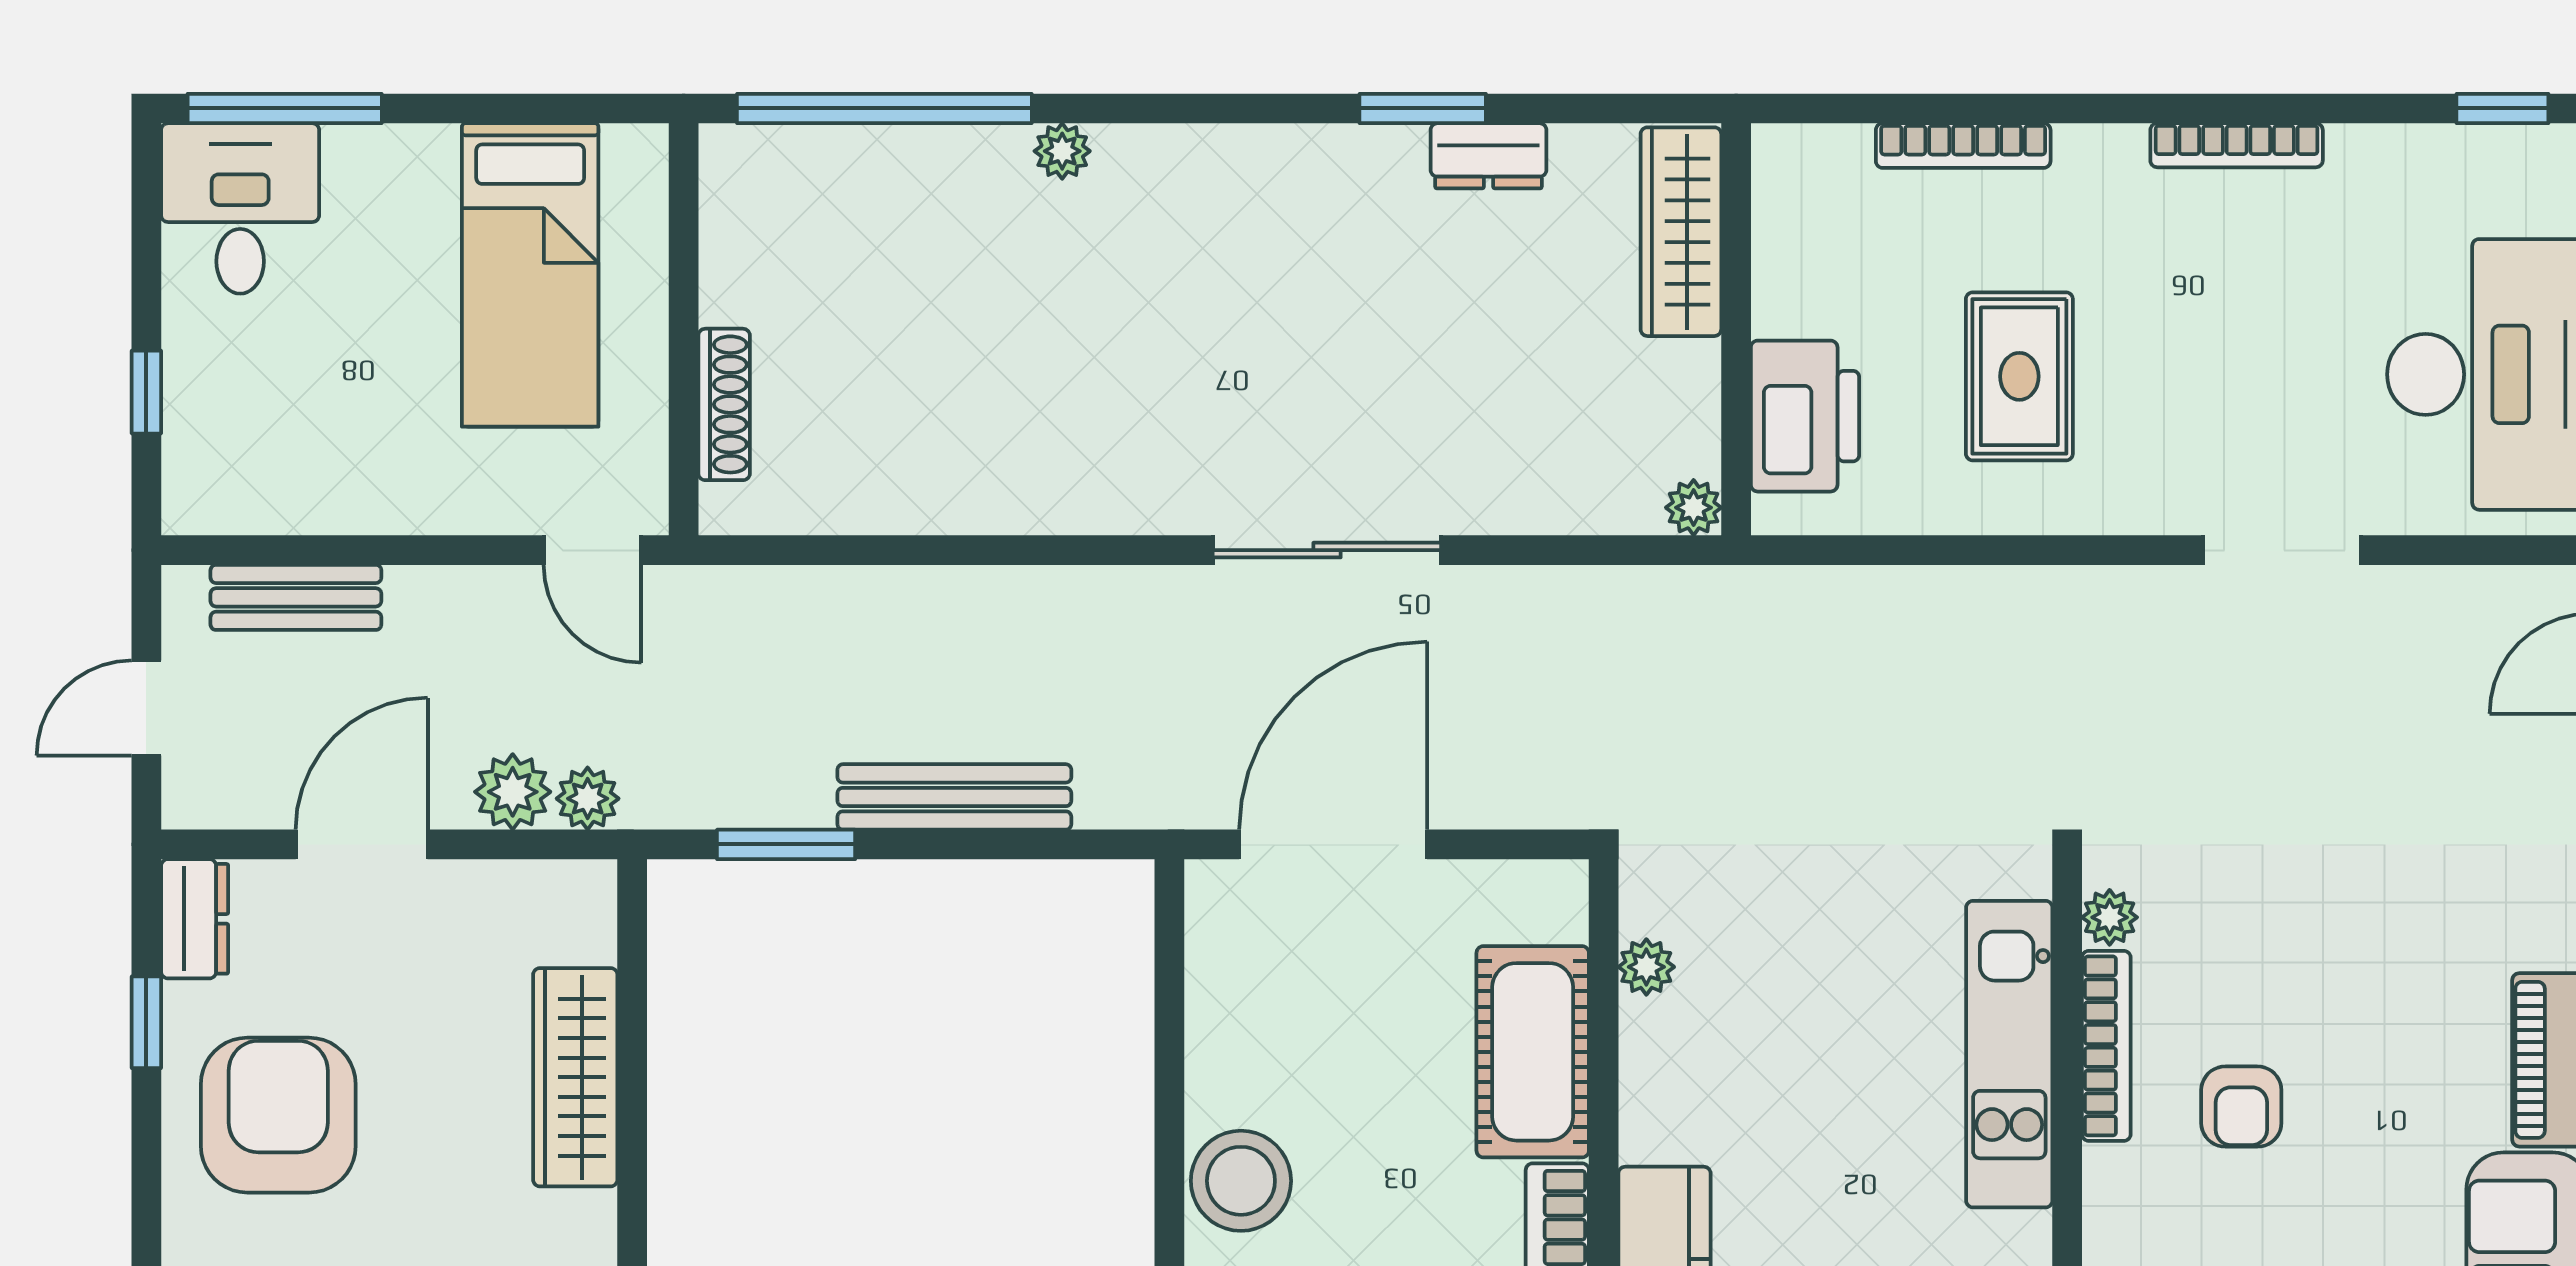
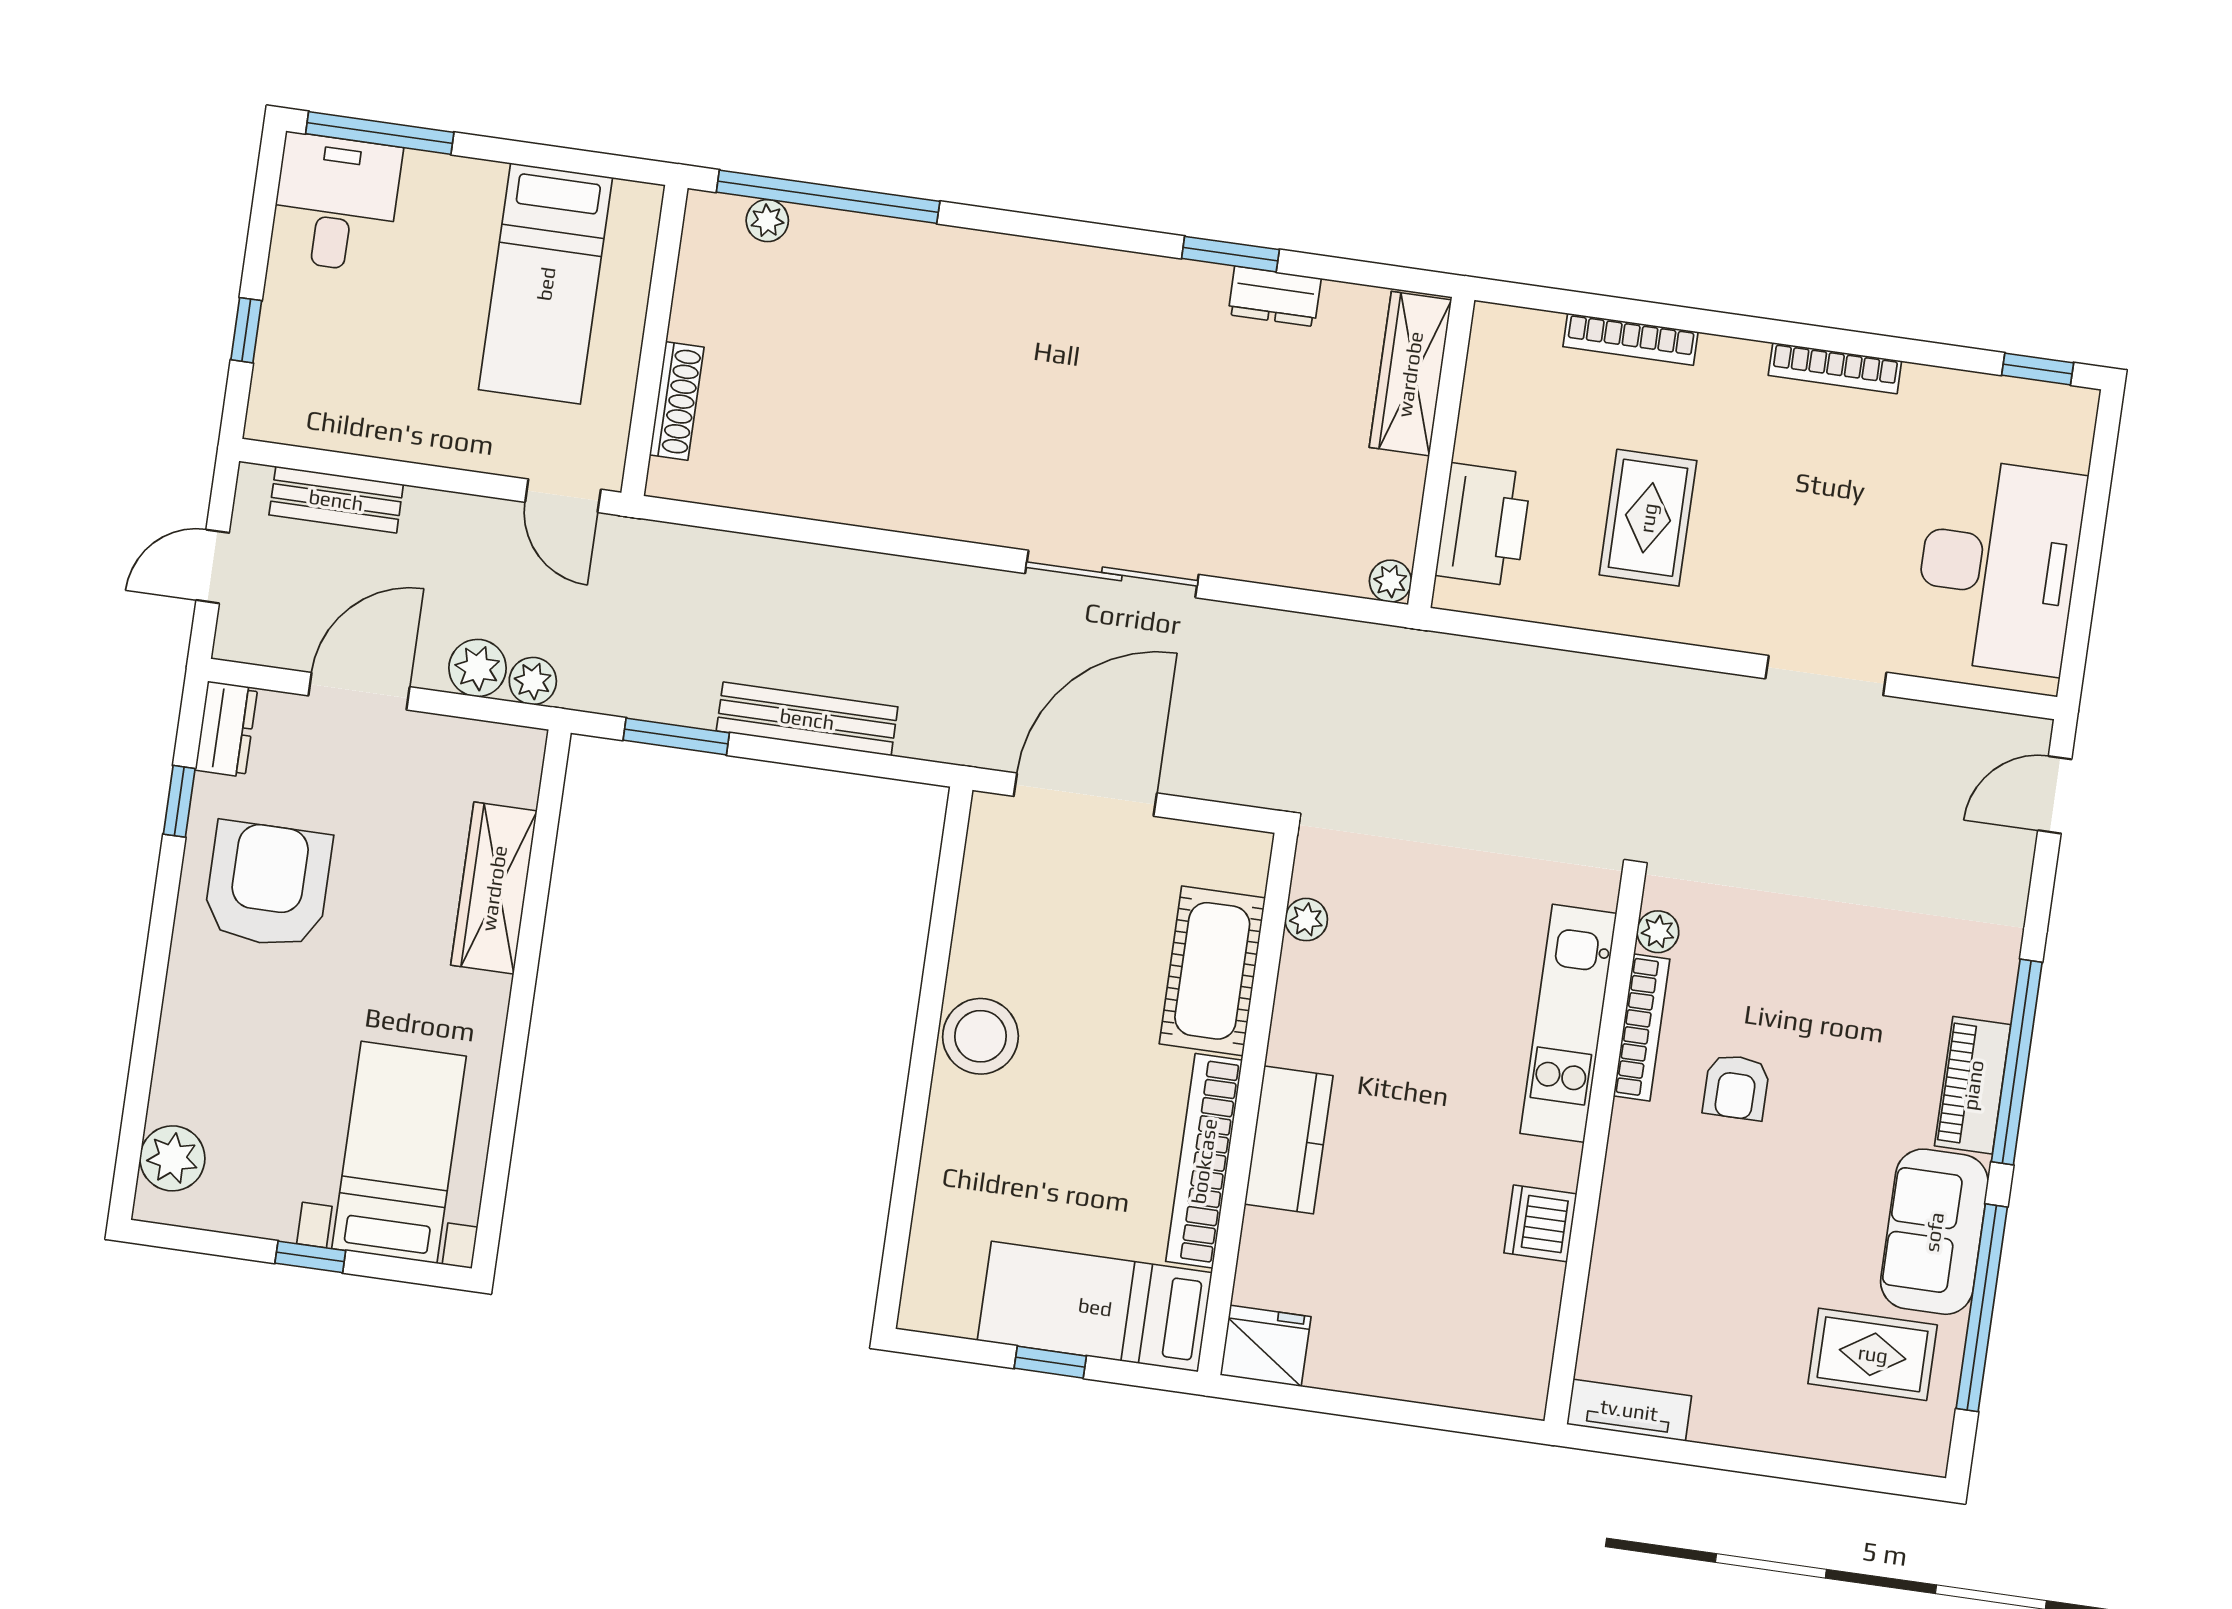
plant: (1062, 151) -> (767, 221), moved

